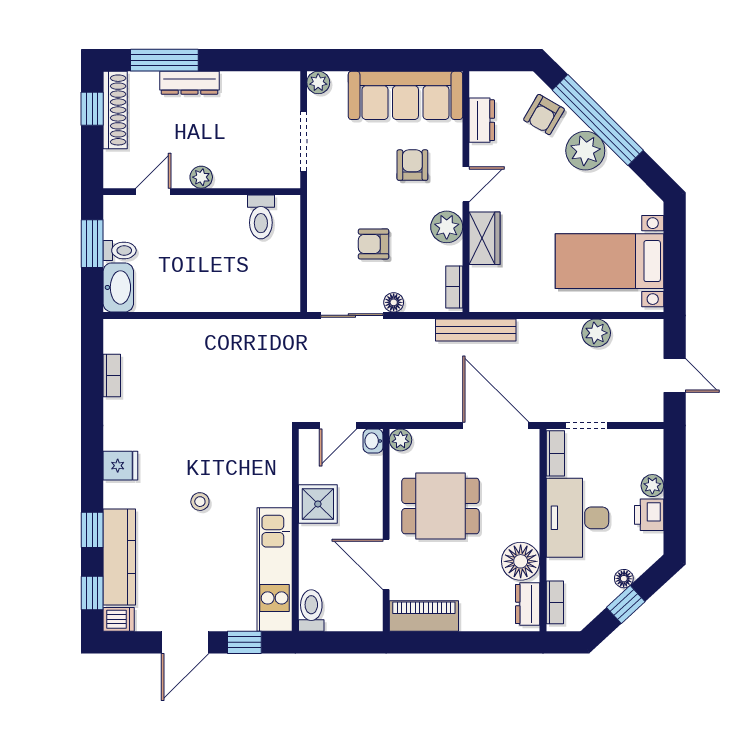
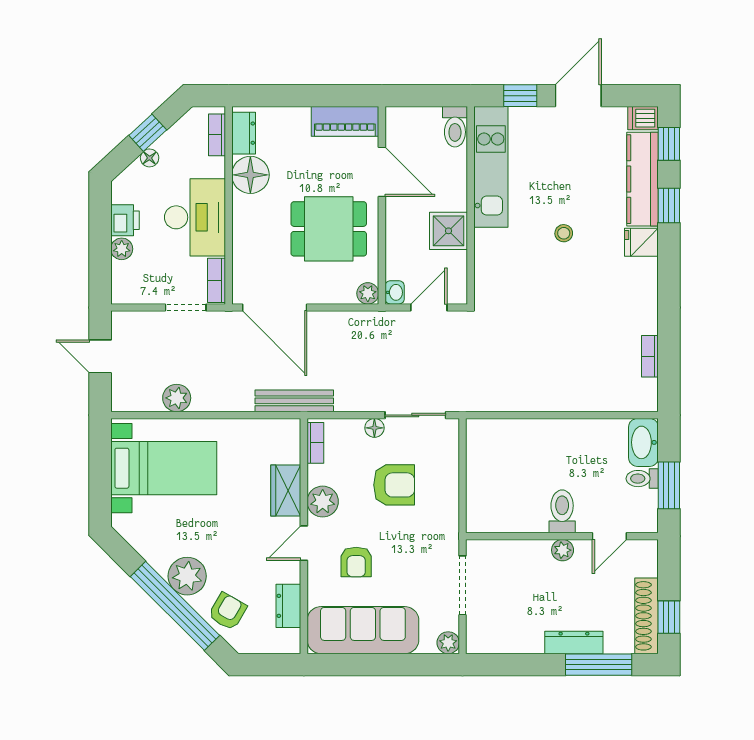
toilet: (261, 217) -> (562, 511), moved
armchair: (374, 244) -> (394, 485), width x1.38, depth x1.38
fridge: (120, 466) -> (641, 242), moved

